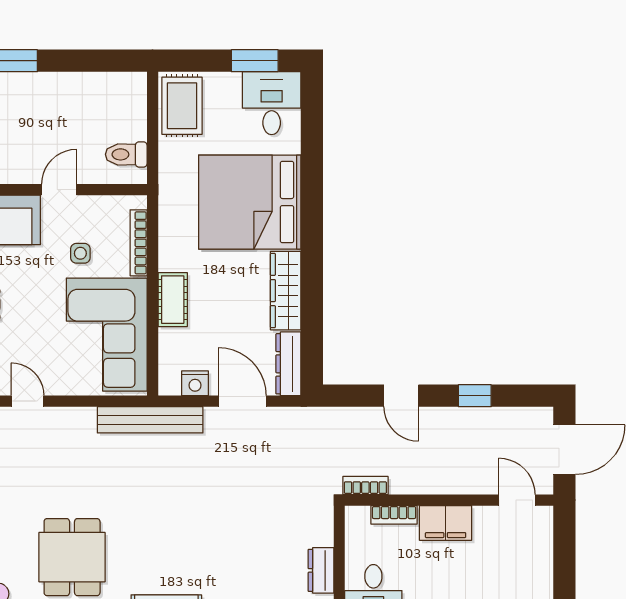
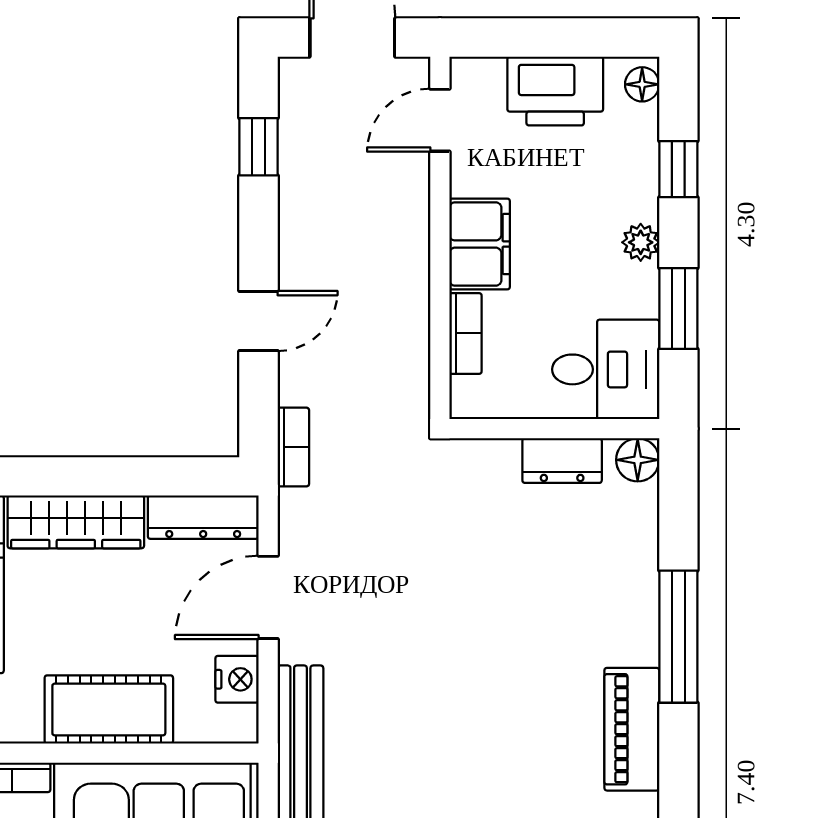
cot: (173, 300) -> (109, 709), width x1.37, depth x1.34
window: (475, 396) -> (259, 147), moved
bookcase: (365, 485) -> (293, 447), moved, turned 180
printer: (534, 566) -> (555, 91), added

